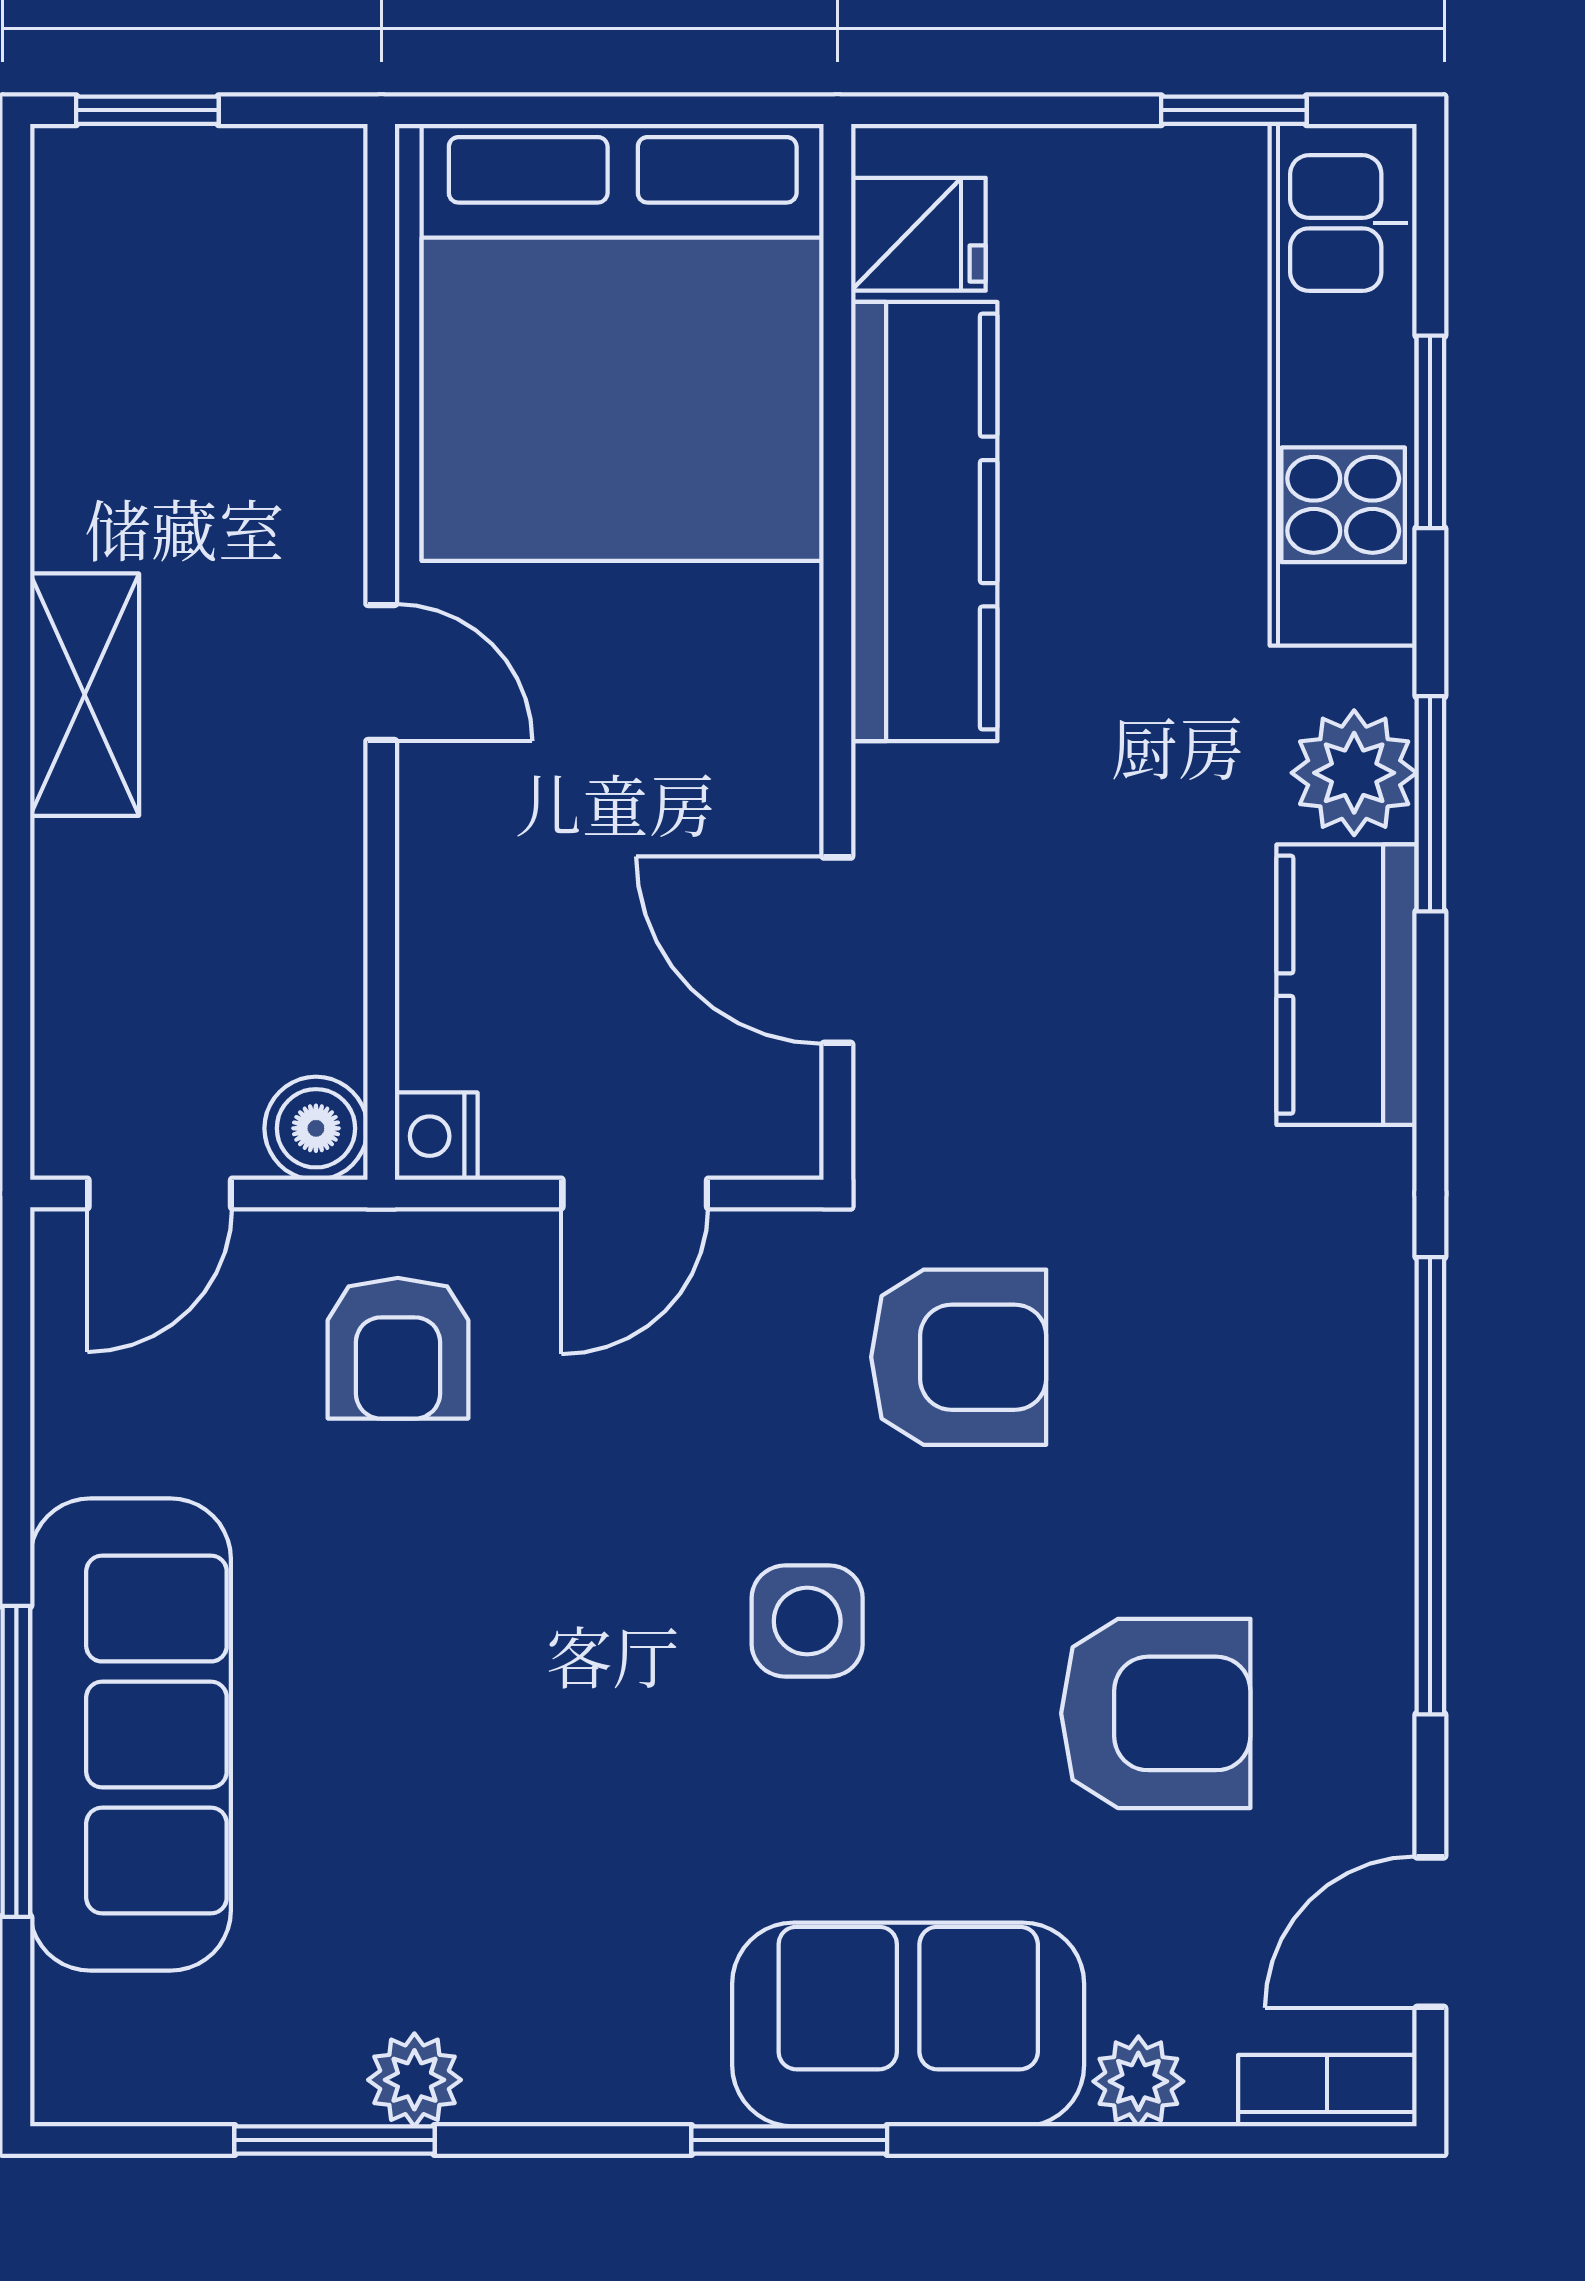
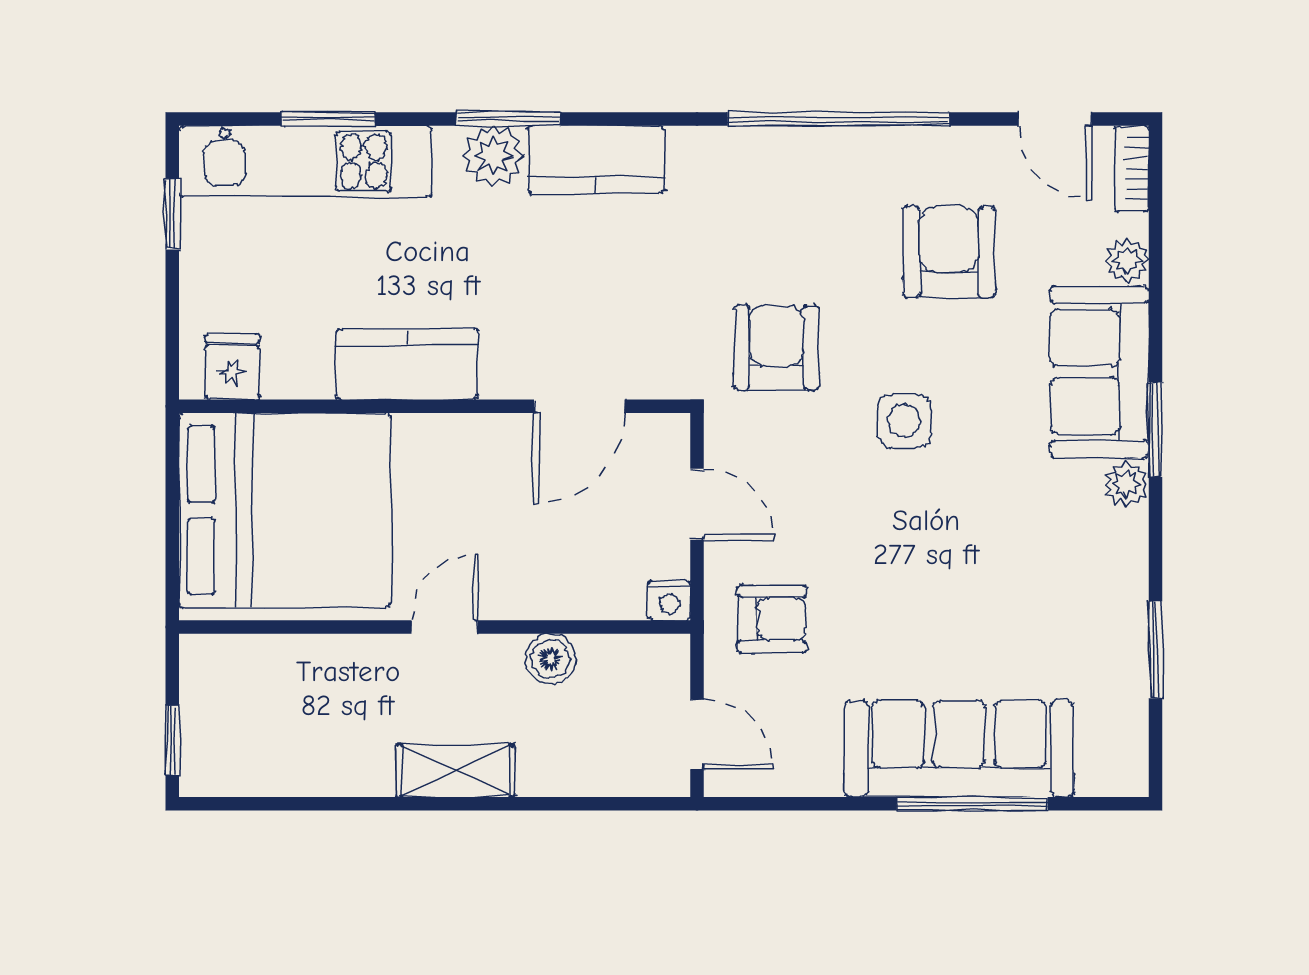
kitchen counter: (924, 522) -> (407, 364), width x0.67
boiler: (316, 1128) -> (550, 659), moved
plant: (414, 2080) -> (1126, 484), moved

